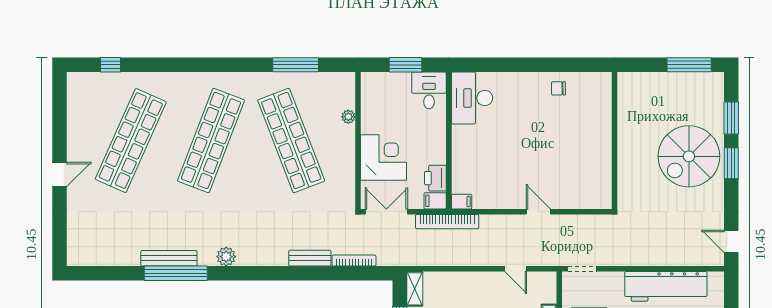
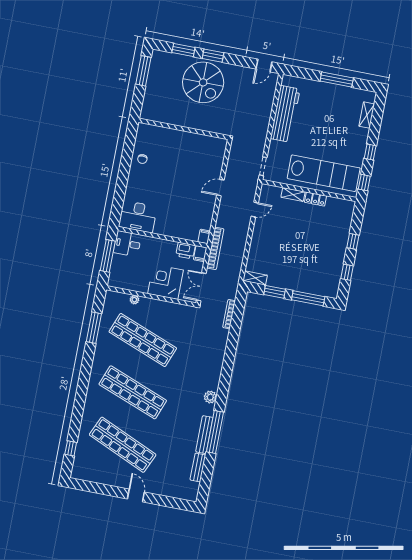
window: (405, 65) -> (108, 256), width x1.44
shop shelf: (291, 141) -> (143, 340), turned 42
bench: (310, 258) -> (198, 467), moved

